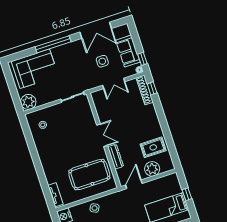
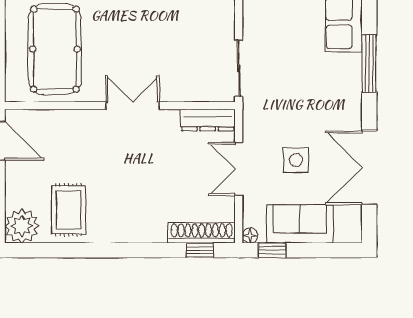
window: (53, 44) -> (369, 64), width x0.68
double door: (102, 135) -> (133, 106), swing flipped
dresser: (116, 157) -> (208, 120), moved
plant: (152, 169) -> (22, 226), moved

